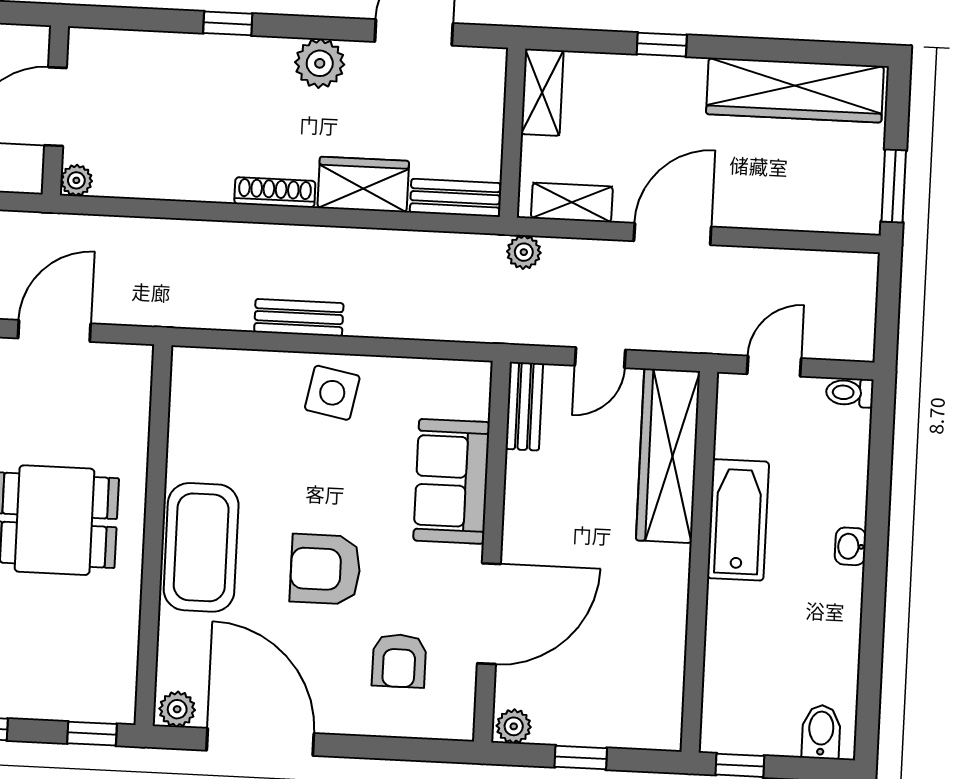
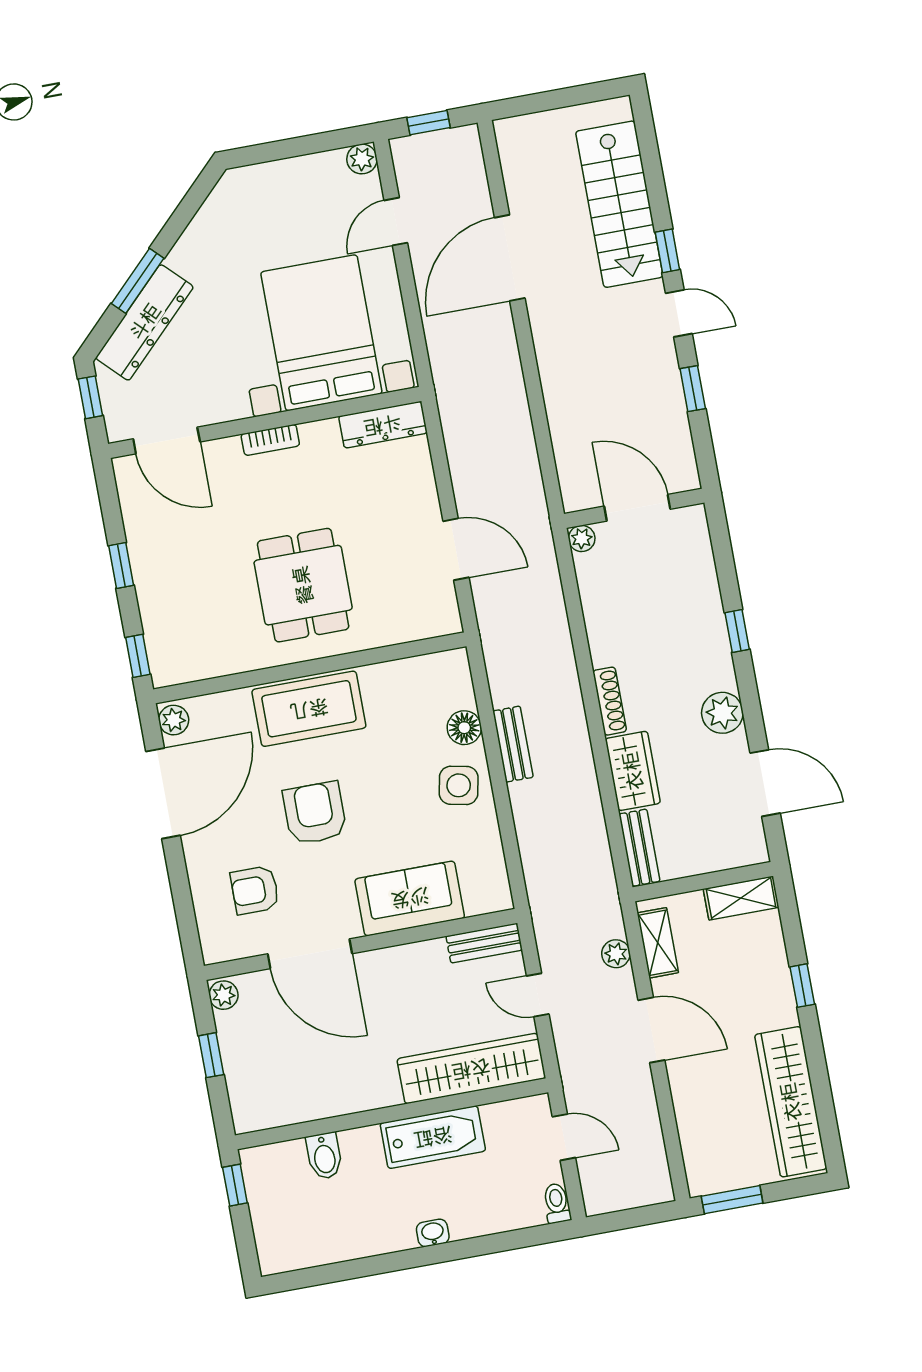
plant: (524, 252) -> (616, 954), moved
floor lamp: (266, 370) -> (464, 728), added
bidet: (821, 732) -> (324, 1156), moved, turned 90

